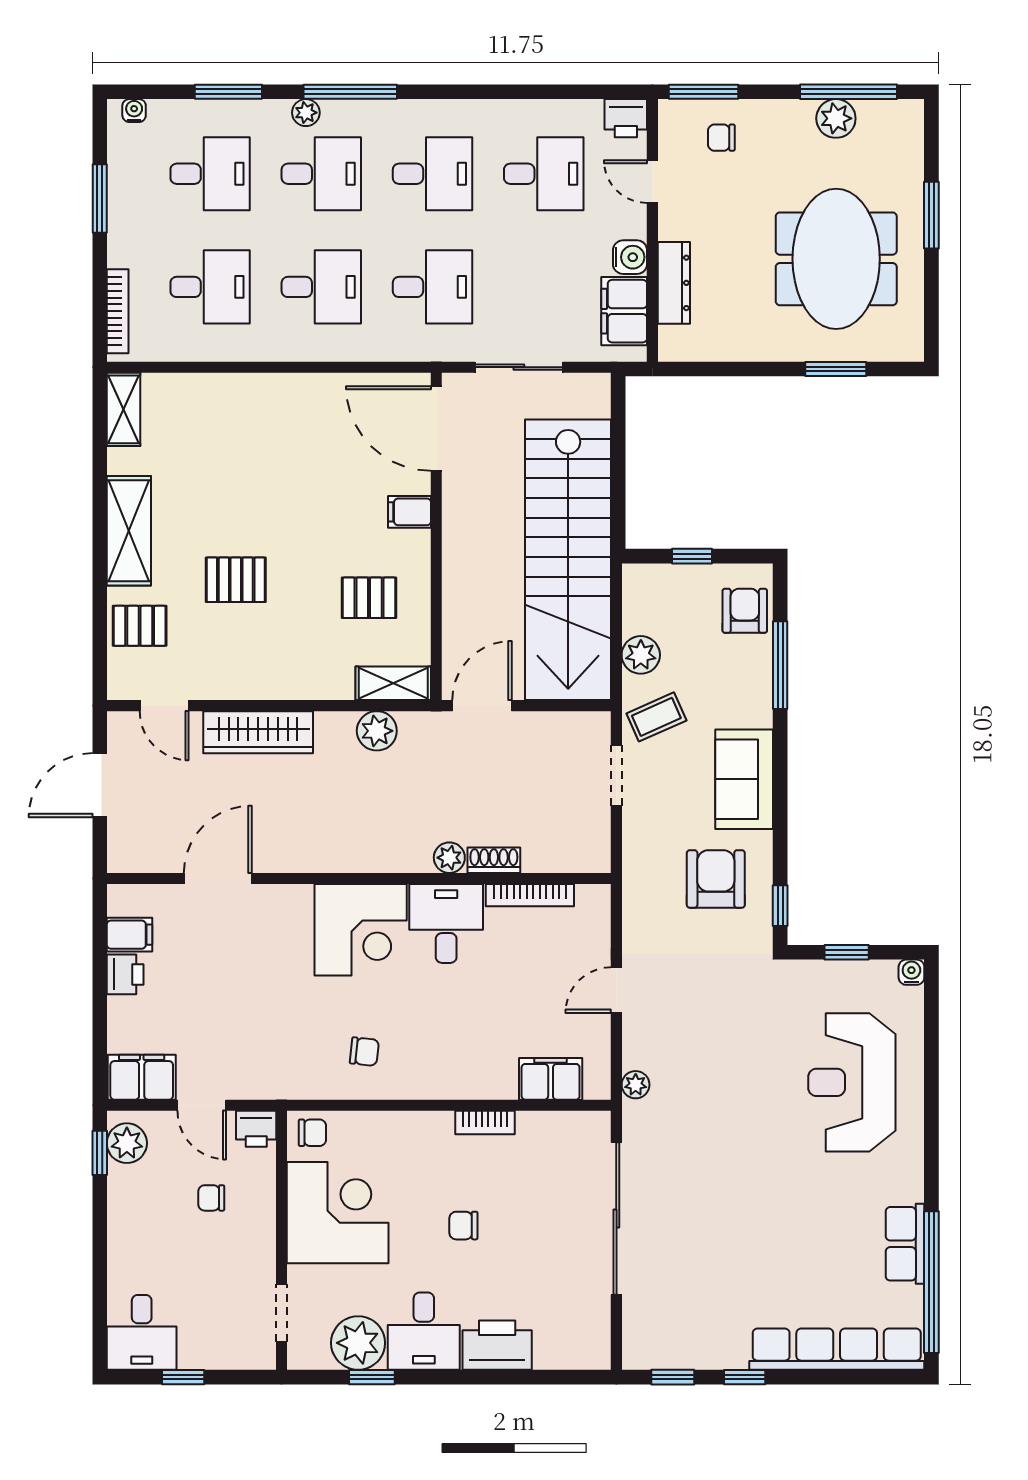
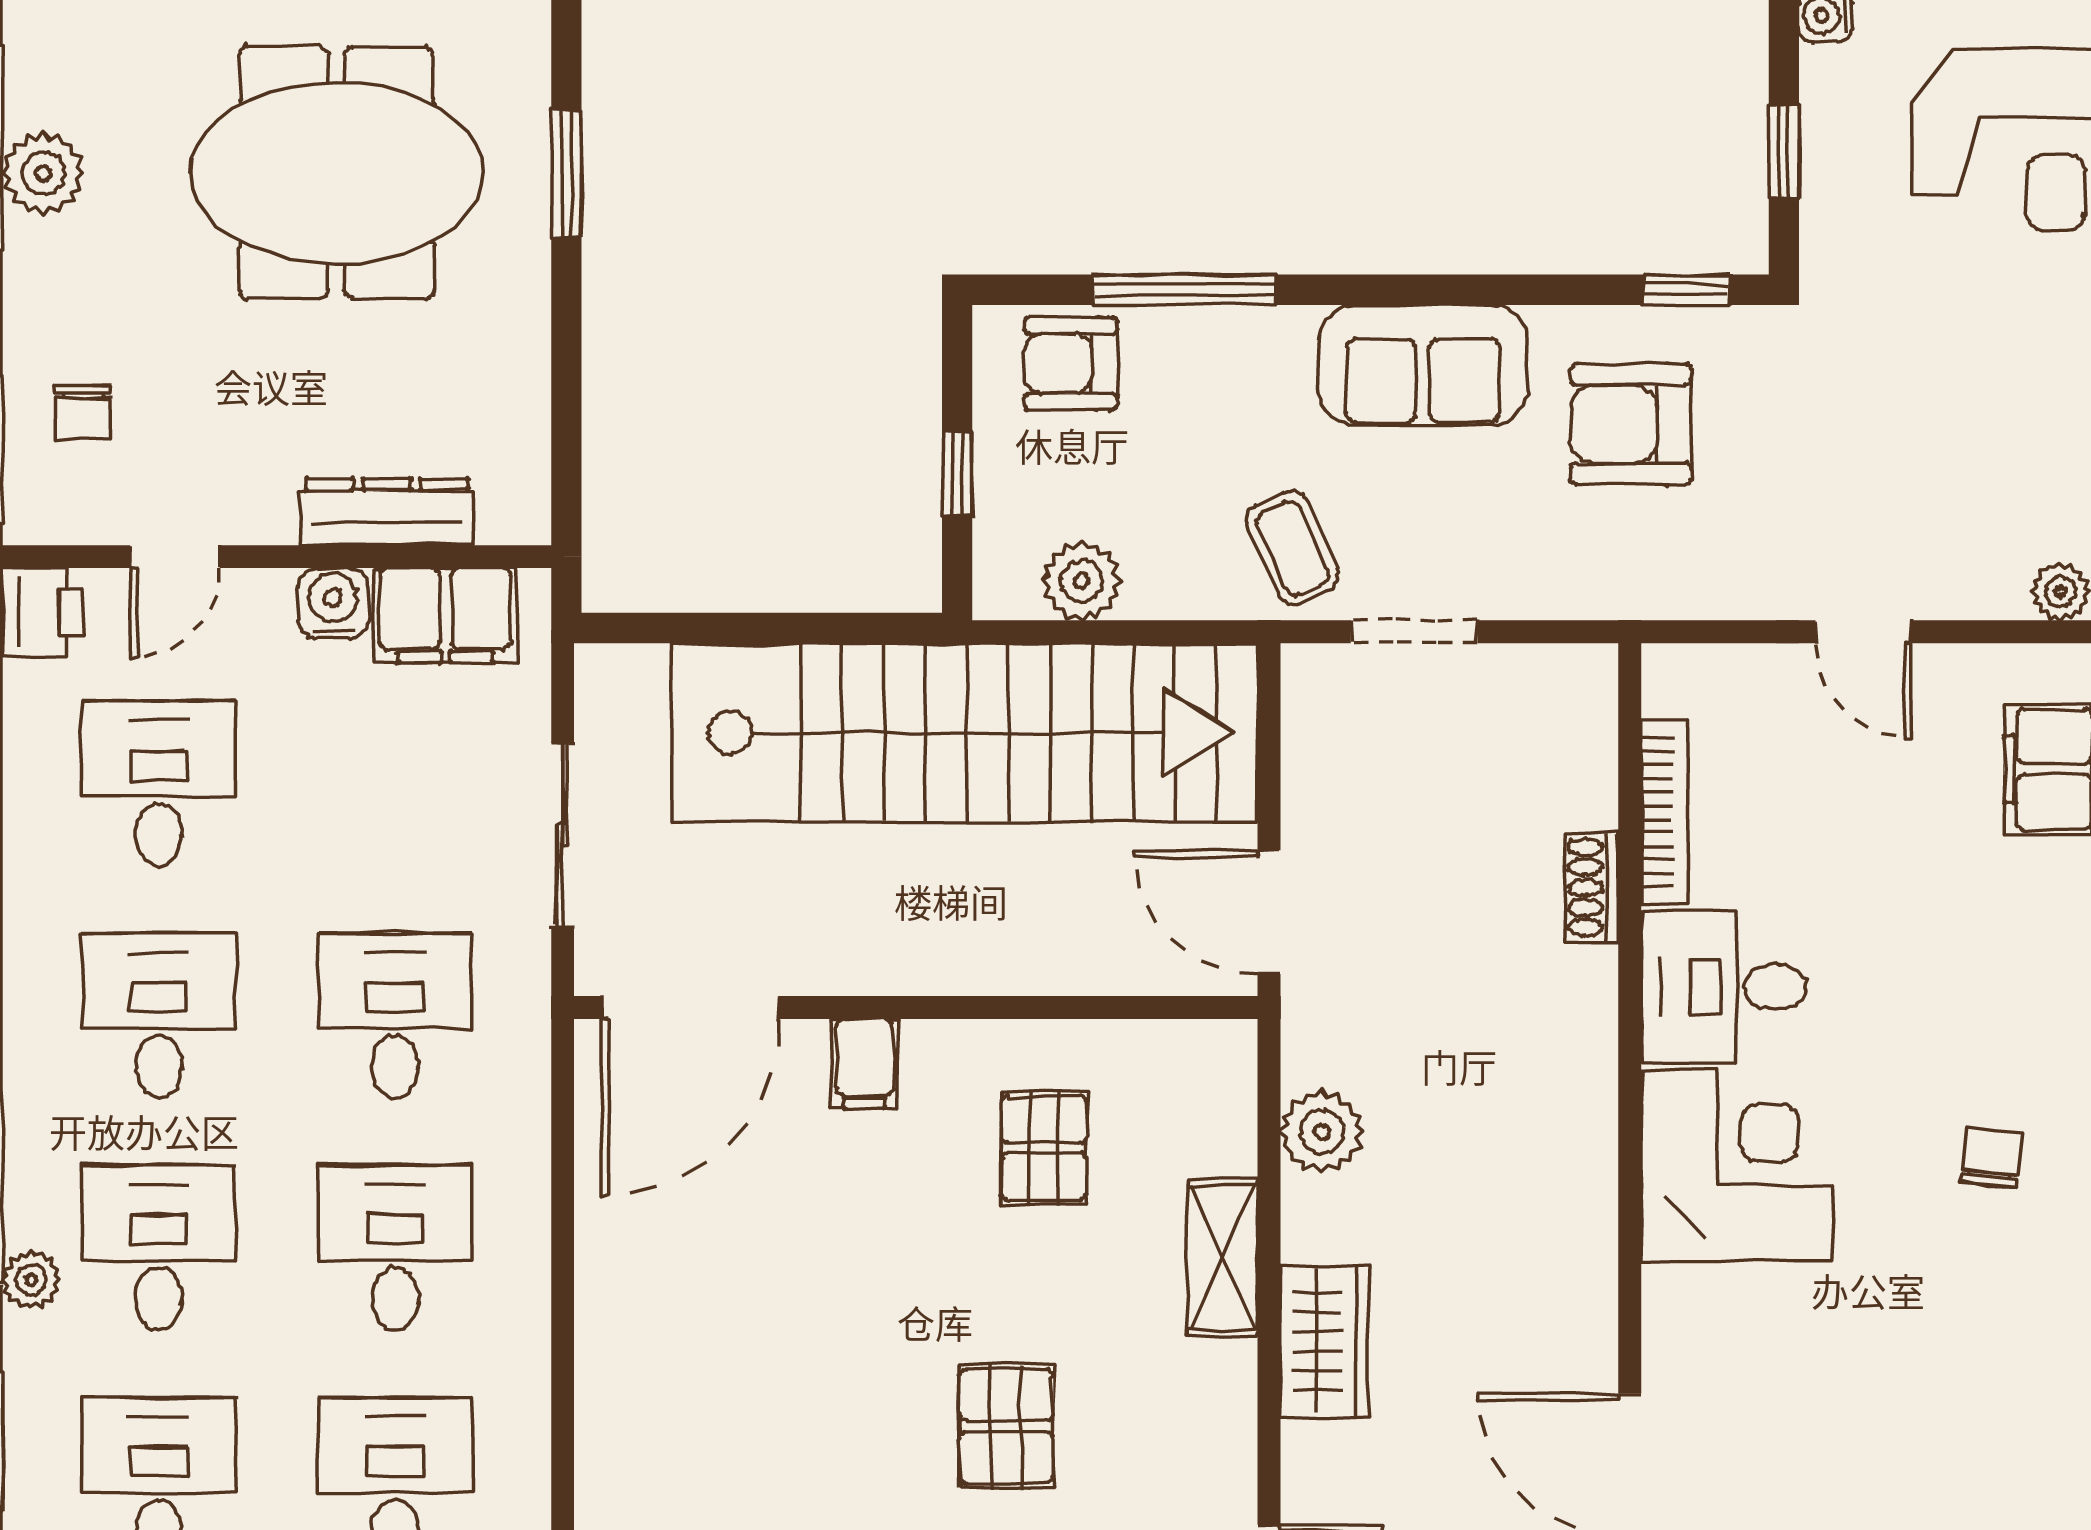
plant: (641, 655) -> (1082, 581), moved
shelving: (393, 683) -> (1222, 1257), moved
wardrobe: (258, 732) -> (1324, 1342), width x0.67
plant: (449, 858) -> (1586, 980), removed

